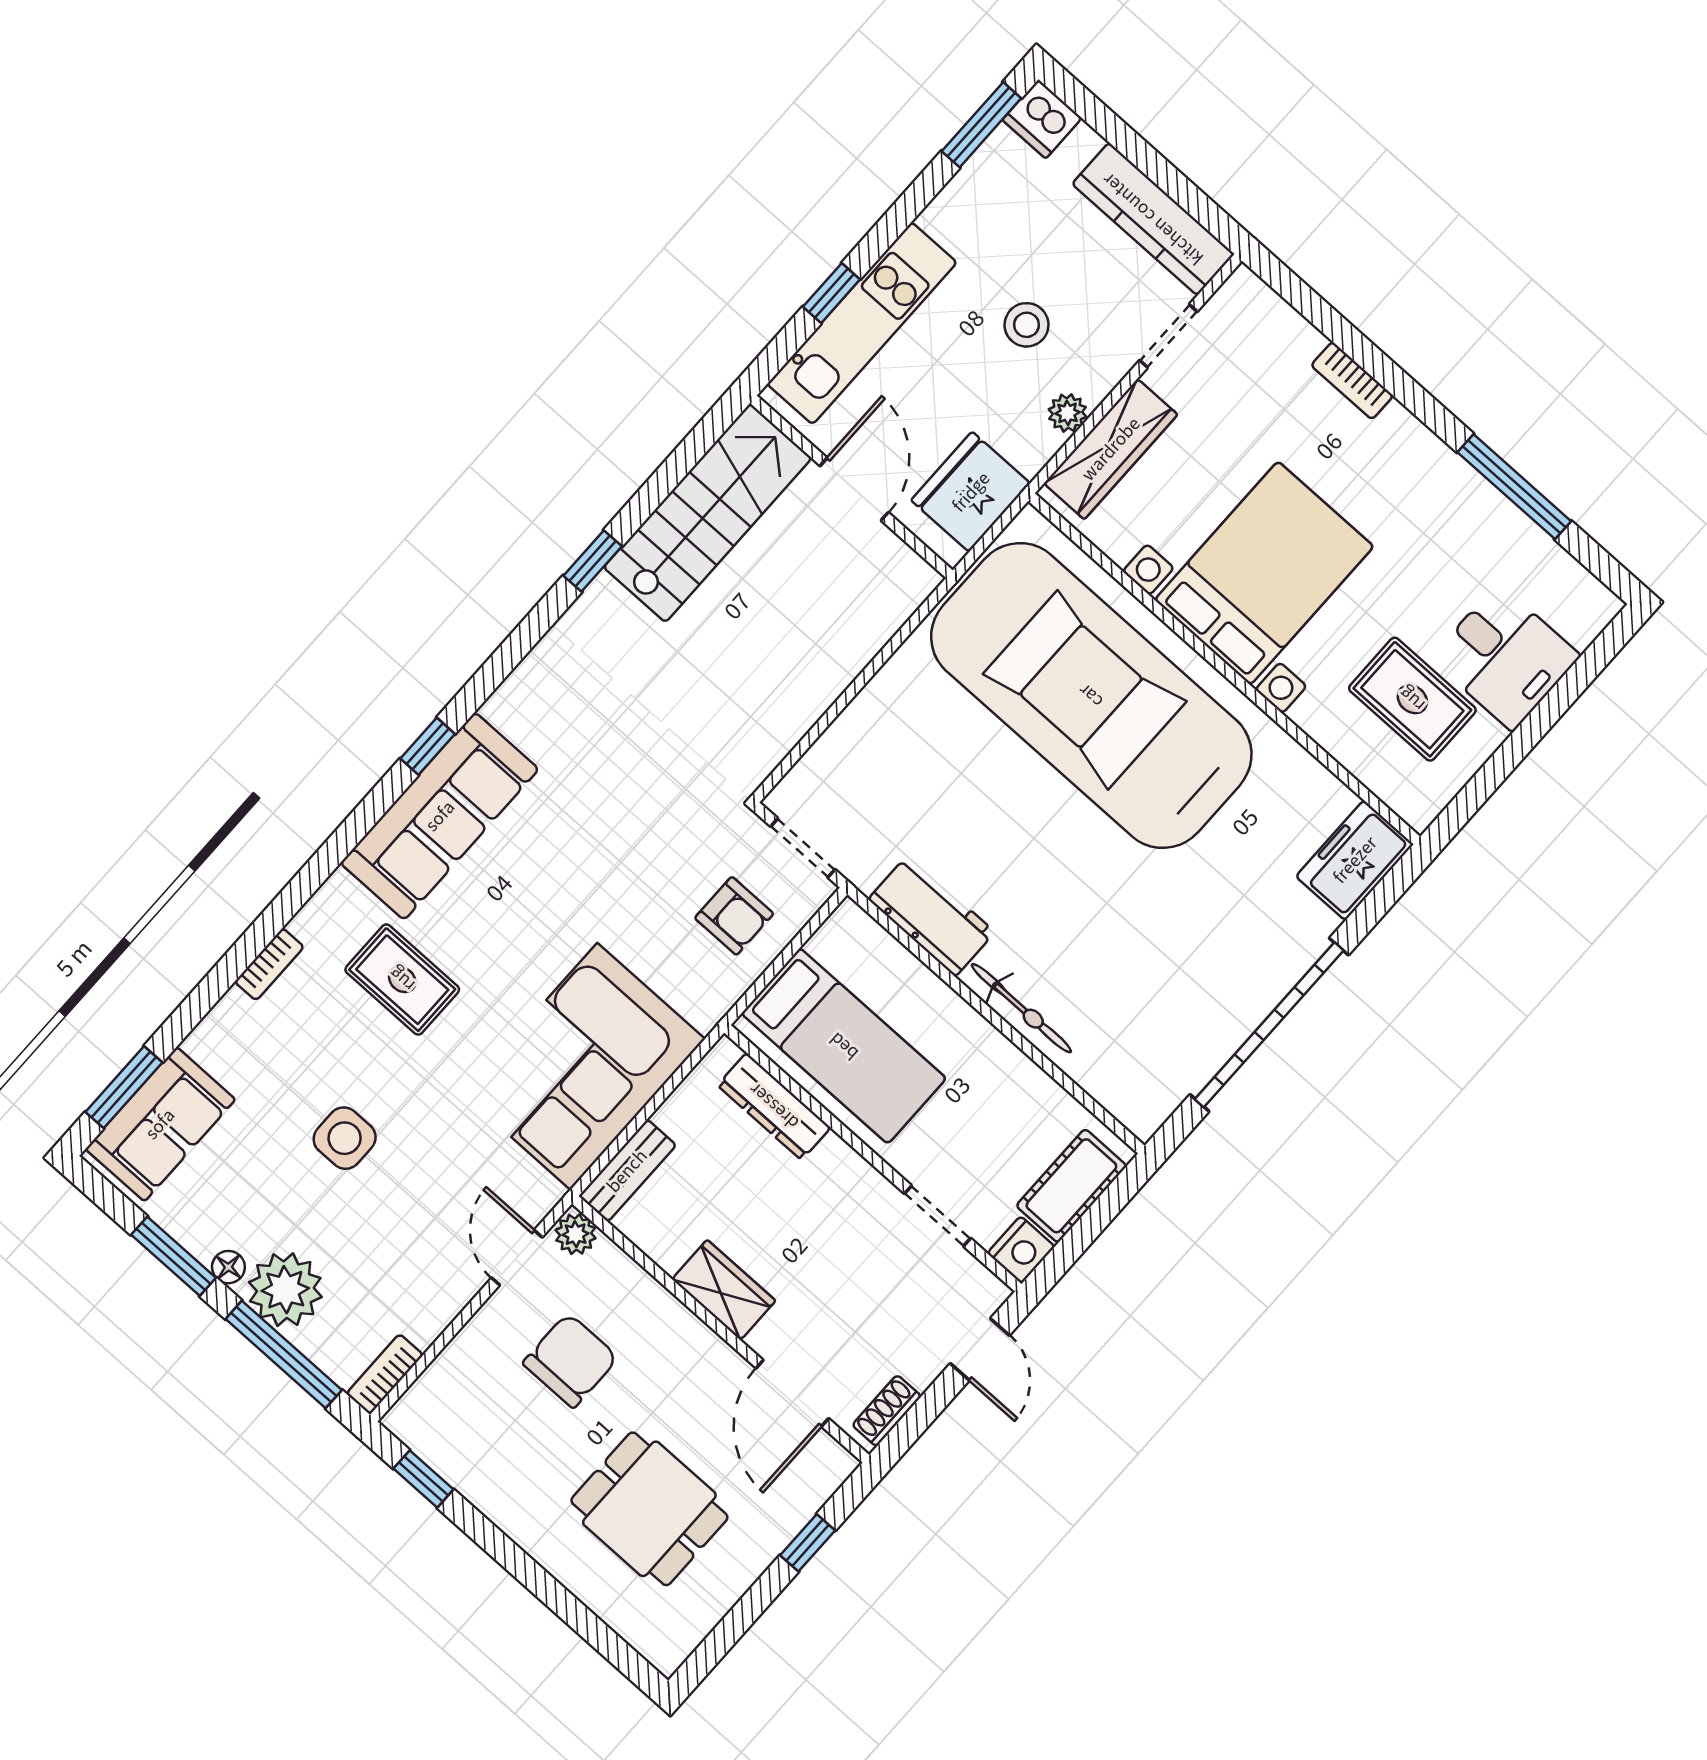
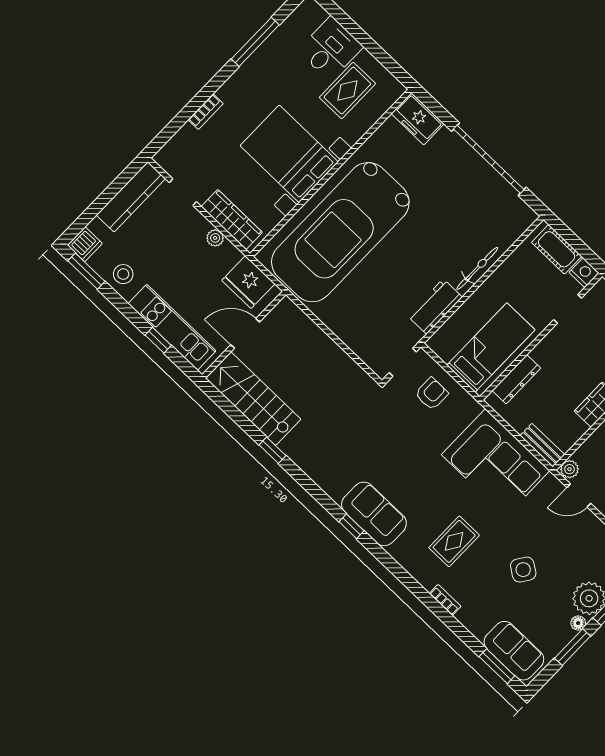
stool: (1027, 325) -> (123, 274), moved
sofa: (440, 816) -> (374, 514), width x0.73
side table: (345, 1138) -> (523, 570), turned 34

